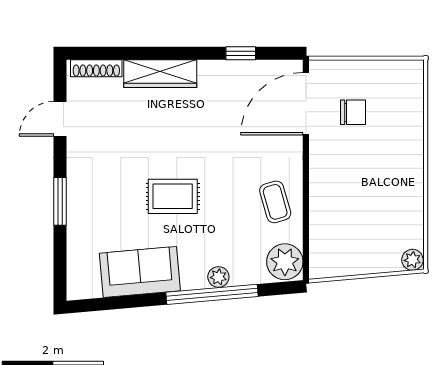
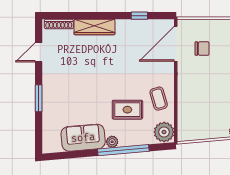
rug: (173, 196) -> (127, 110), moved
plant: (218, 277) -> (112, 142), moved

